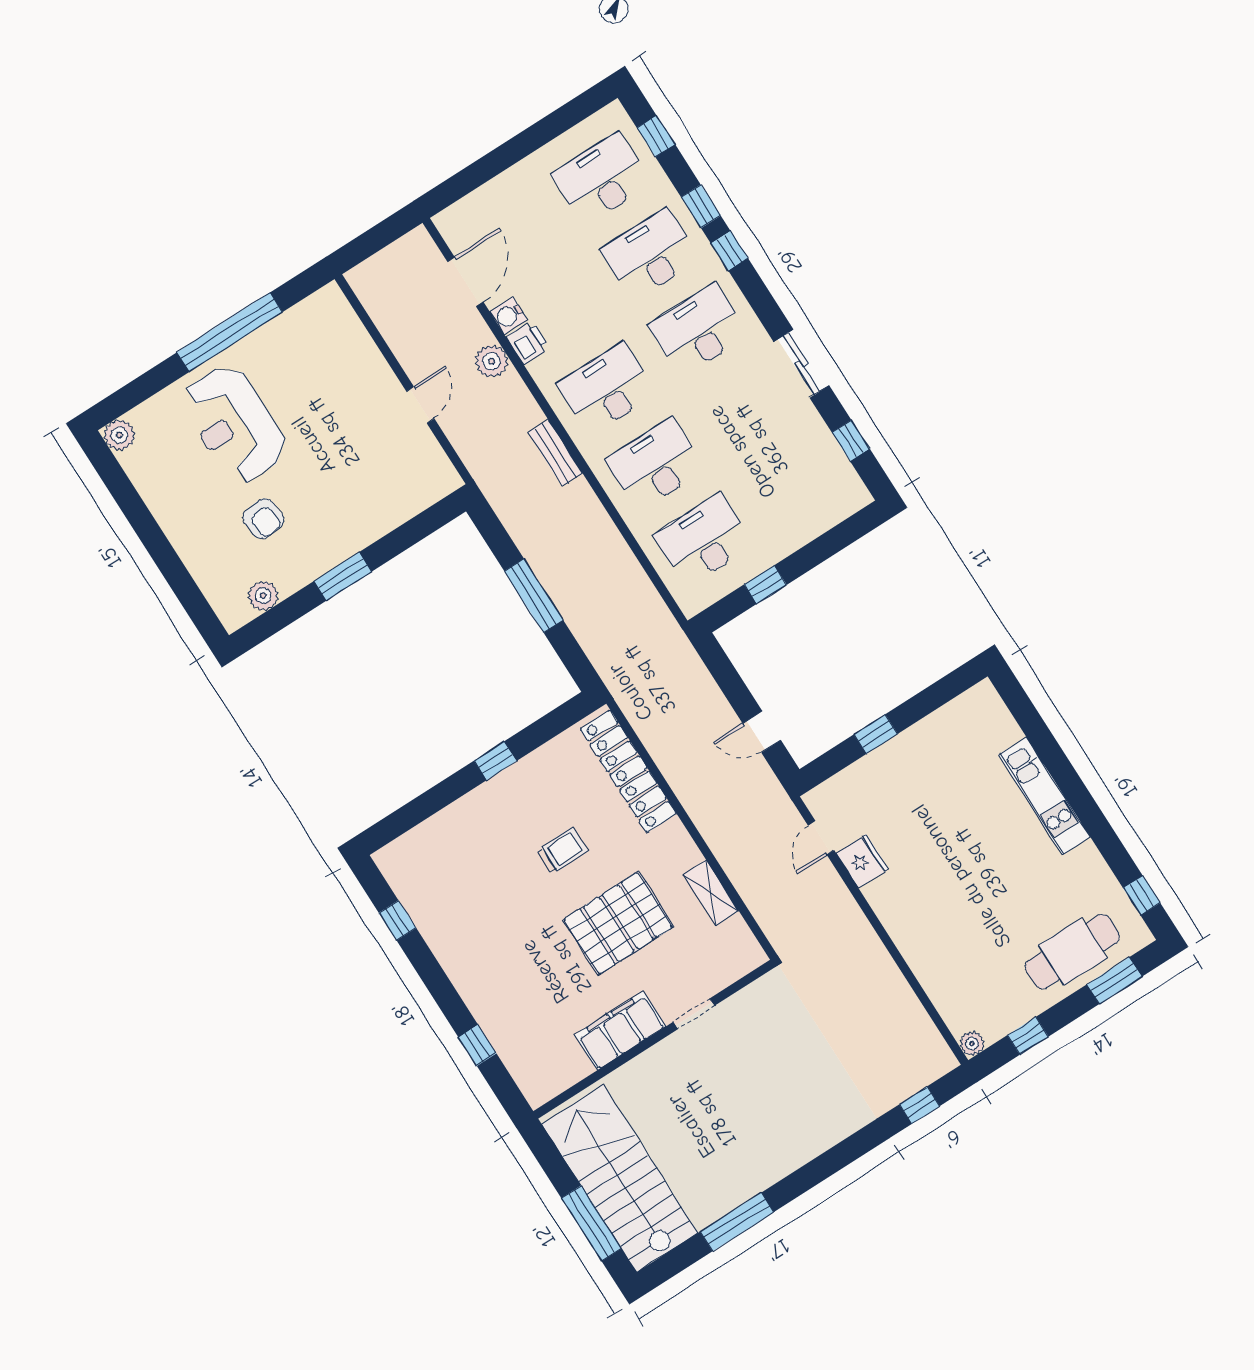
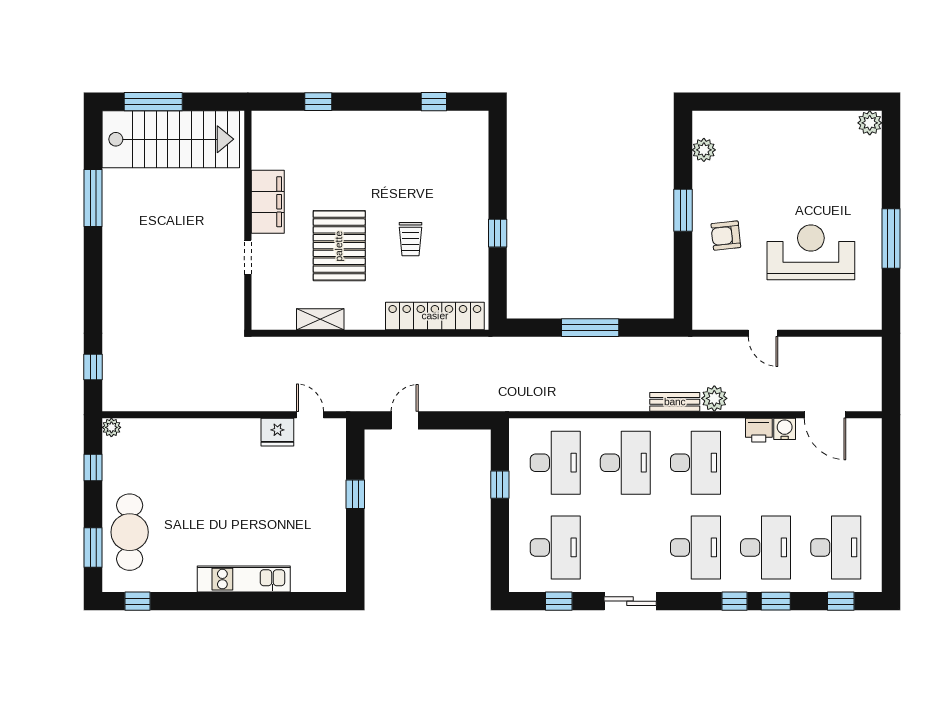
window: (230, 332) -> (891, 238), width x0.68
plant: (491, 361) -> (714, 398), moved
reception desk: (234, 424) -> (811, 252), moved
desk: (795, 481) -> (555, 547), added
armchair: (263, 519) -> (726, 236), moved

